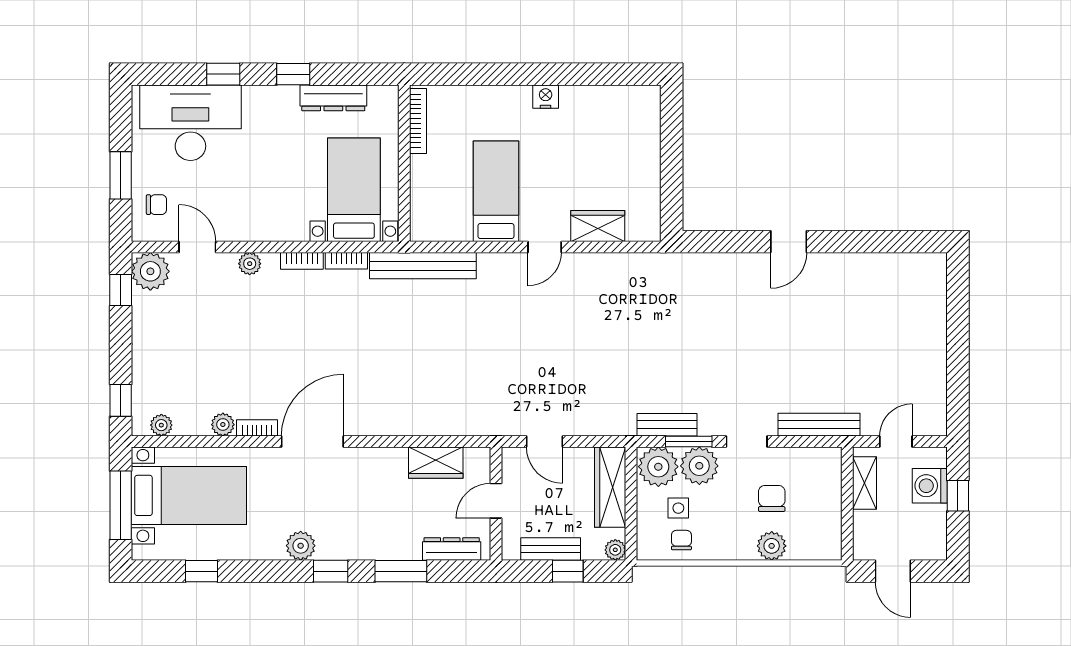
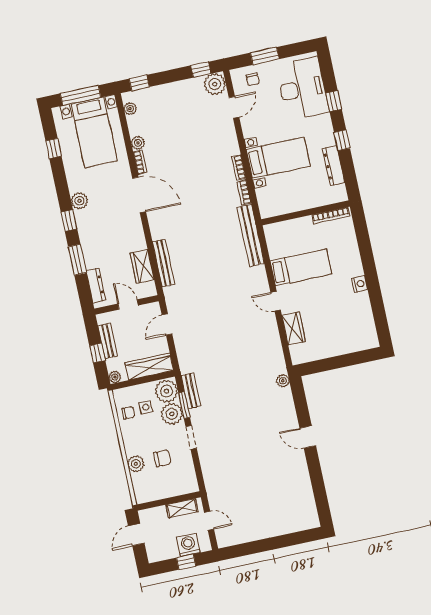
bed with nightstands: (354, 190) -> (278, 158), moved
plant: (250, 264) -> (283, 381), moved
bench: (819, 425) -> (164, 263), moved

